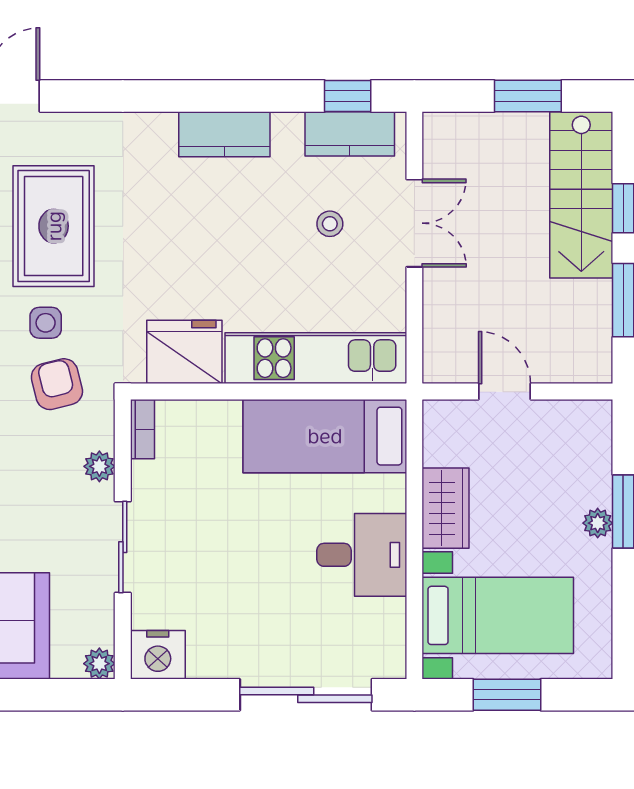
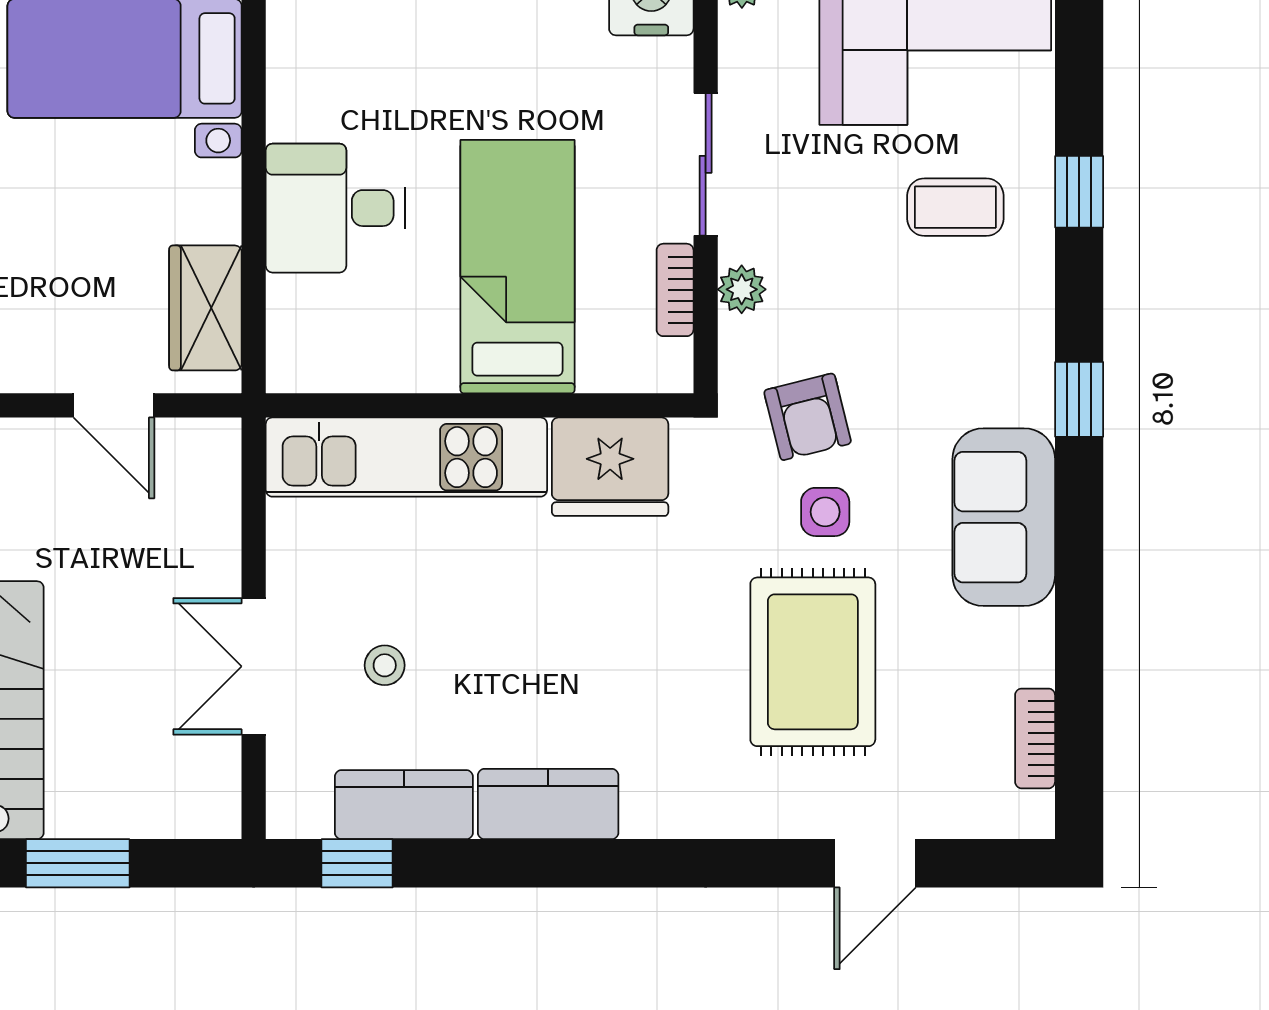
kitchen counter: (350, 134) -> (404, 805), moved
bookcase: (142, 429) -> (675, 290), moved
bed: (325, 436) -> (517, 267), moved, turned -90
wardrobe: (446, 508) -> (205, 308), moved
desk: (362, 555) -> (335, 208), moved

